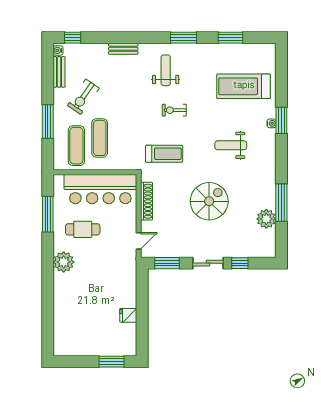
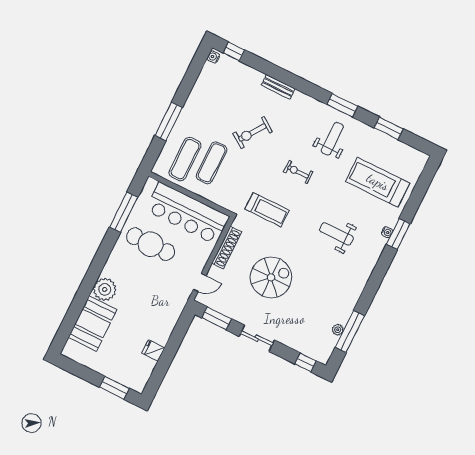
weight bench: (166, 70) -> (332, 139), moved
bench: (59, 72) -> (204, 78), removed
exercise bike: (83, 97) -> (252, 133), moved
spiral stairs: (209, 201) -> (271, 277), moved
window: (281, 203) -> (350, 332), moved
plant: (266, 219) -> (338, 330), width x0.53, depth x0.53
cafe table: (83, 229) -> (151, 244), width x1.37, depth x1.35
plant: (64, 262) -> (105, 289), moved
window: (240, 263) -> (306, 362), moved
booth: (68, 318) -> (93, 323), added

